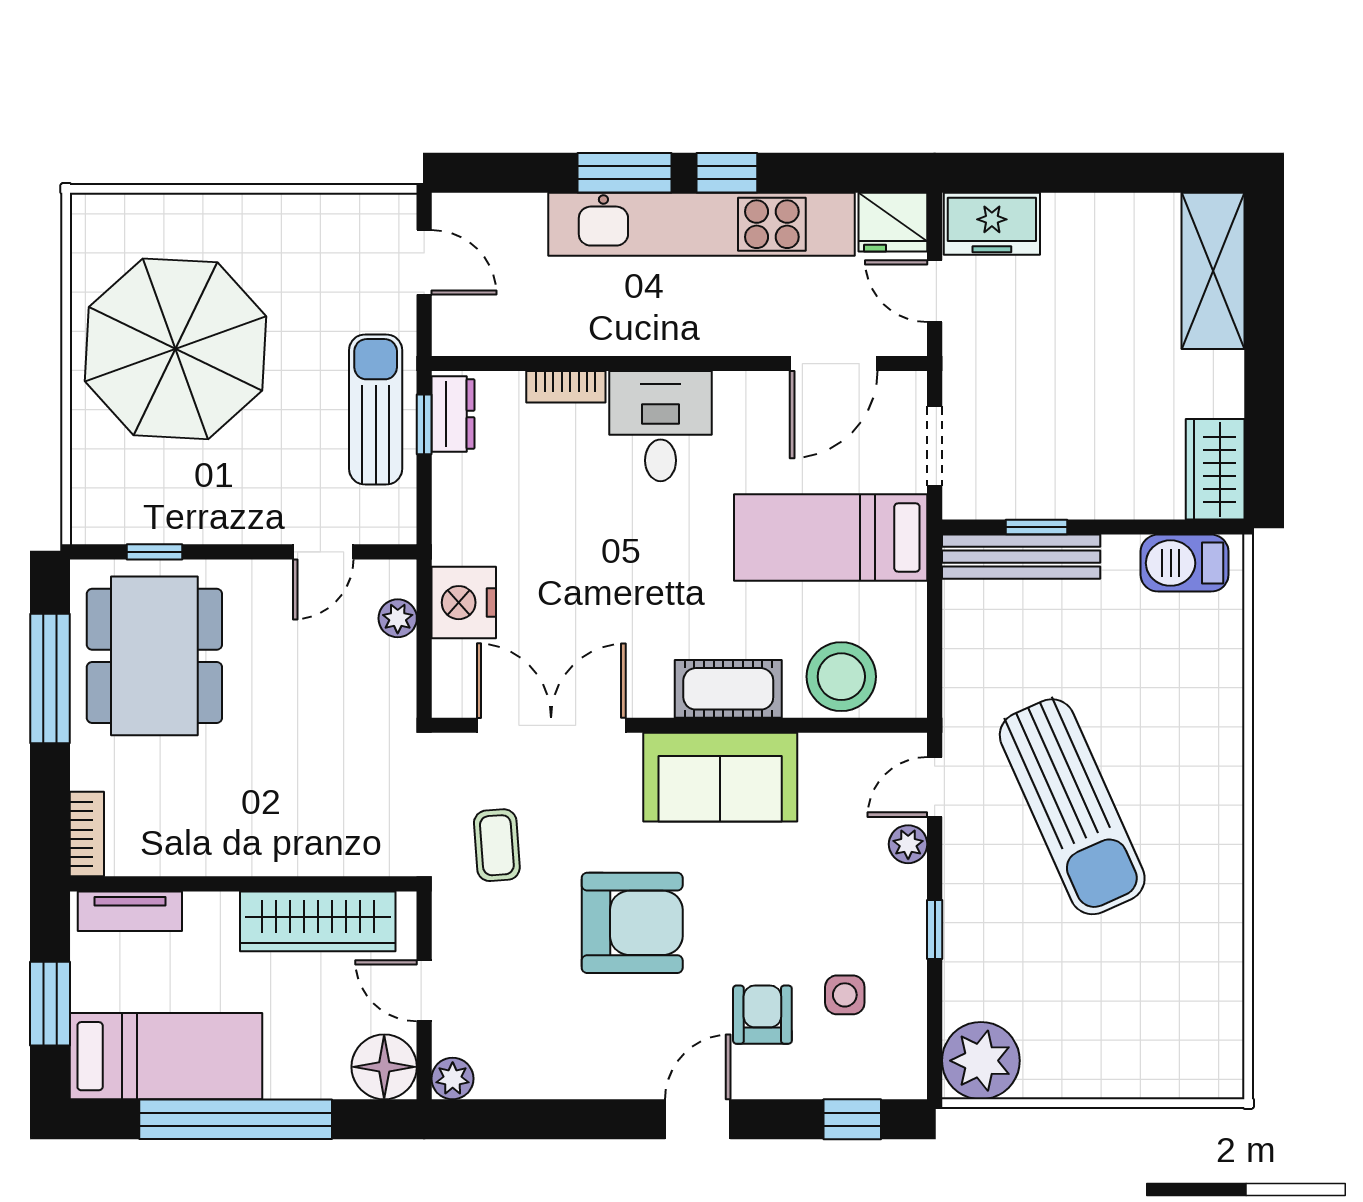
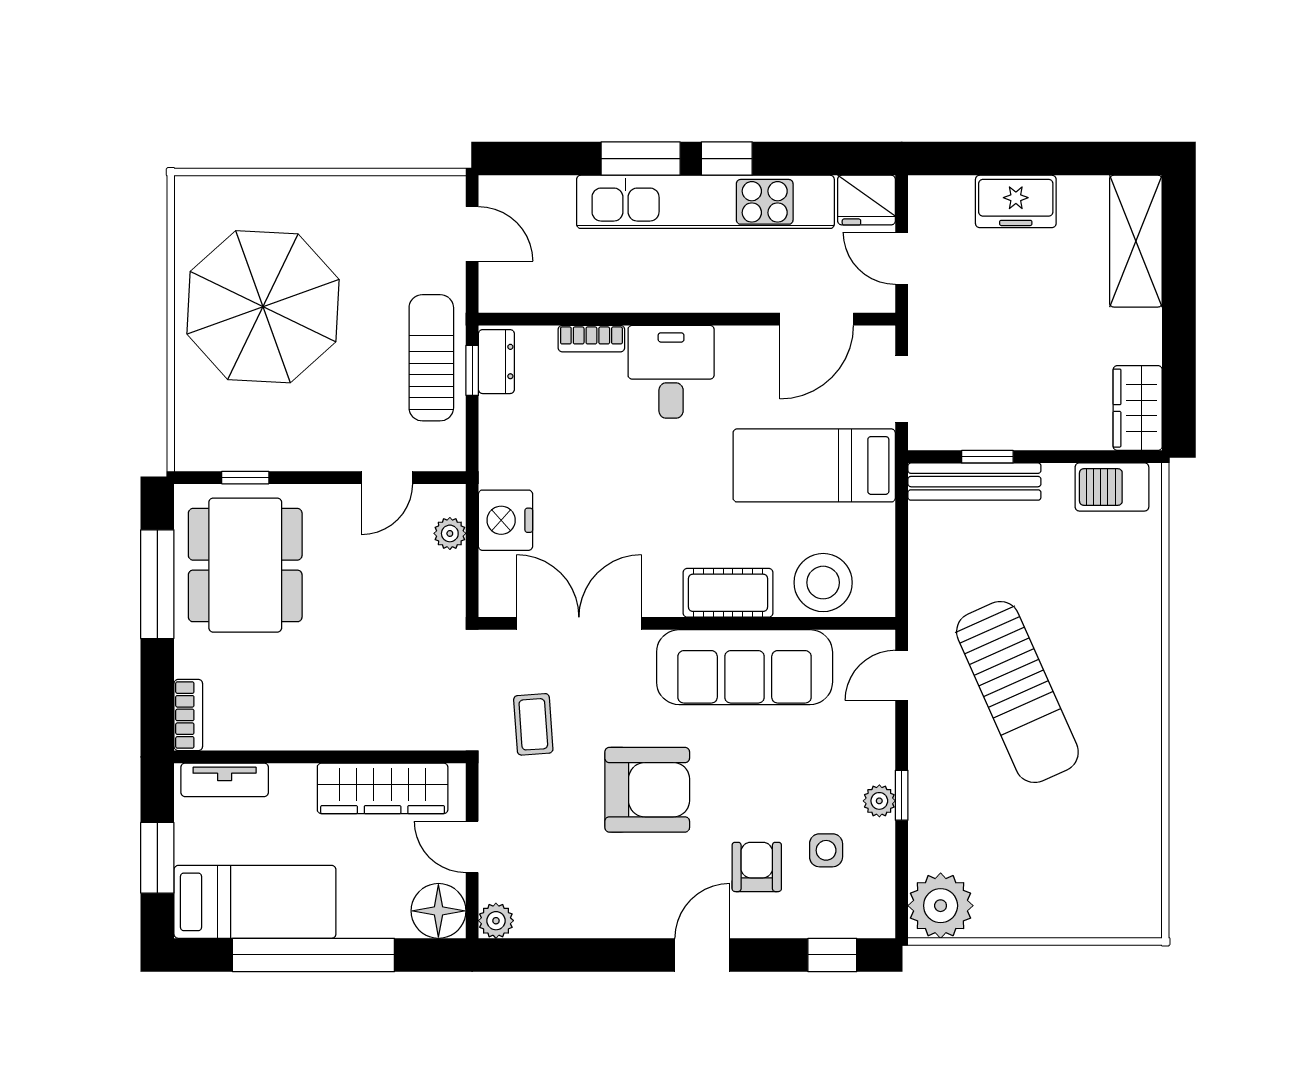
freezer: (992, 224) -> (1016, 201), moved
sofa: (720, 777) -> (745, 667), width x1.36
plant: (908, 844) -> (879, 801), moved

